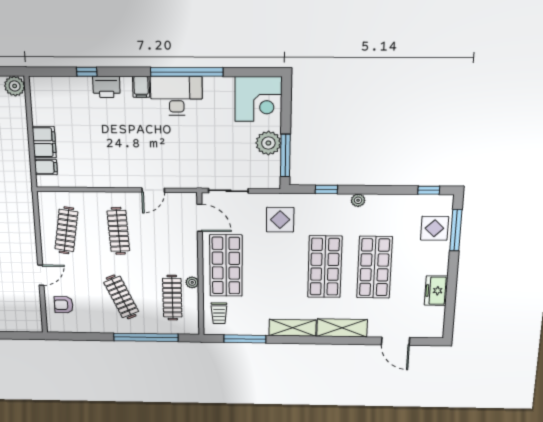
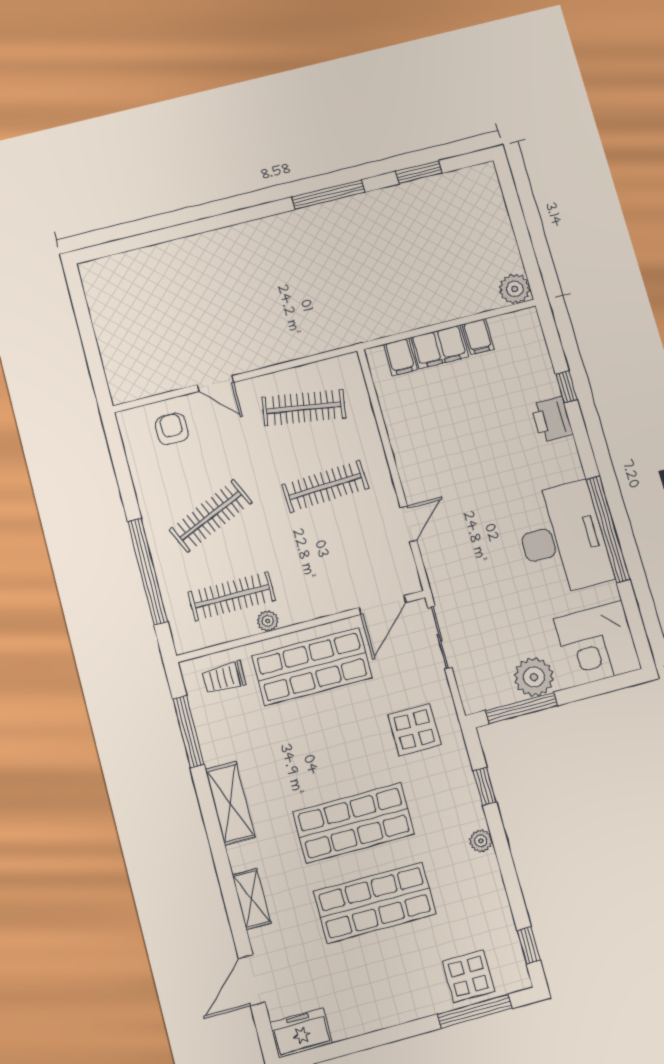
filing cabinet: (141, 87) -> (478, 337), moved, turned -90
desk: (176, 96) -> (563, 539), width x1.36, depth x1.30
door: (153, 190) -> (408, 524), swing flipped
freezer: (436, 291) -> (301, 1033), moved
shelving: (342, 328) -> (251, 899), width x0.67, depth x0.75

